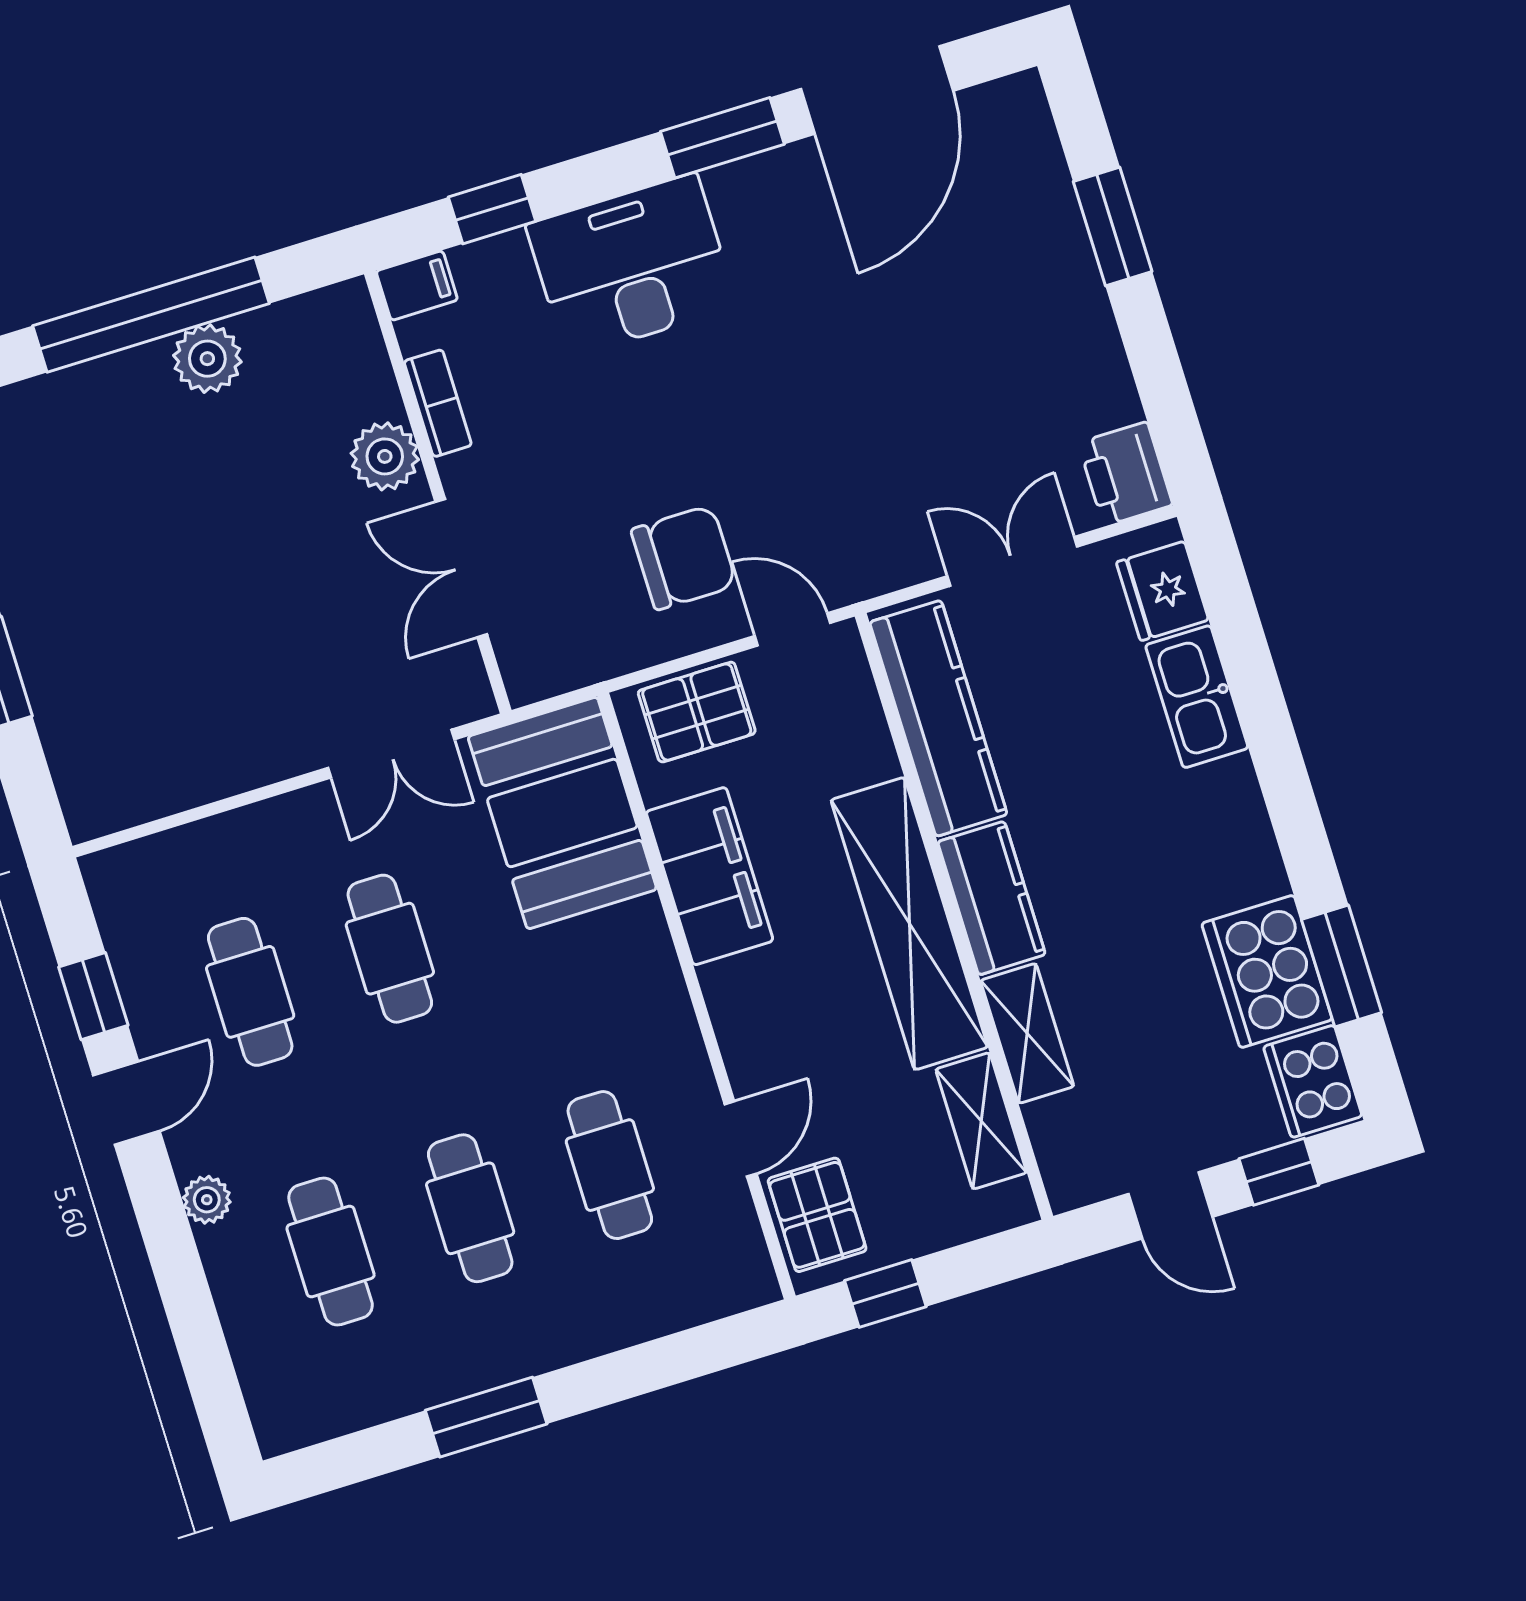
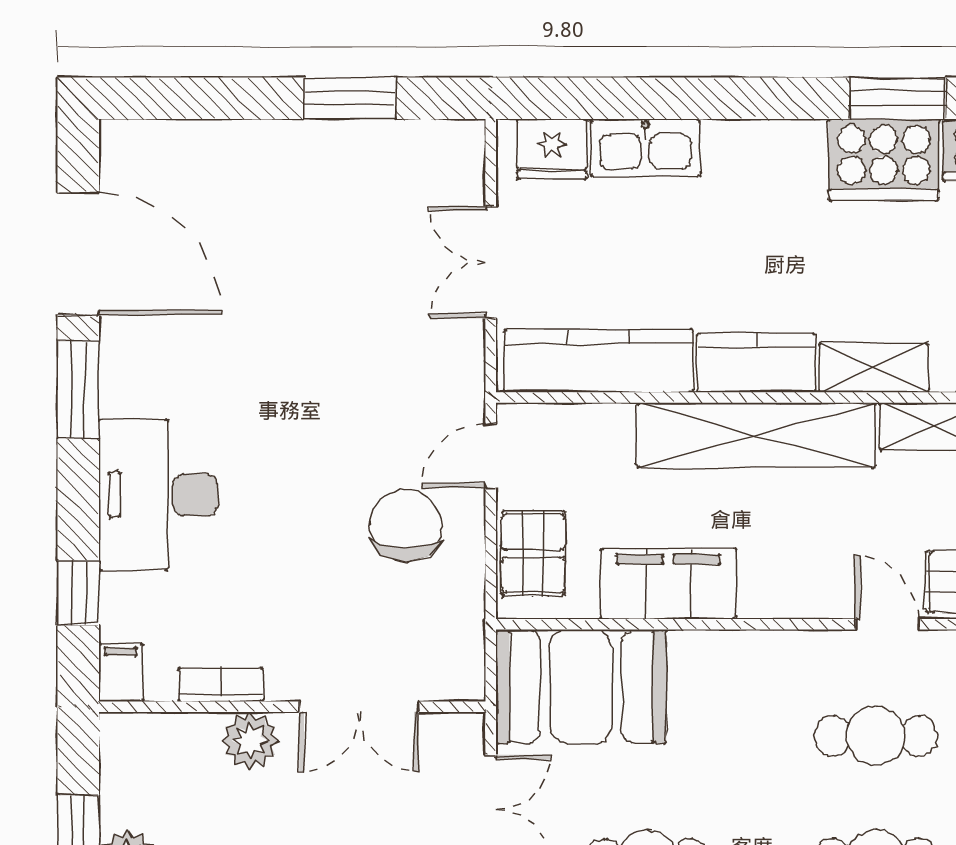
window: (1113, 227) -> (350, 98), moved
printer: (1125, 474) -> (449, 150), removed

